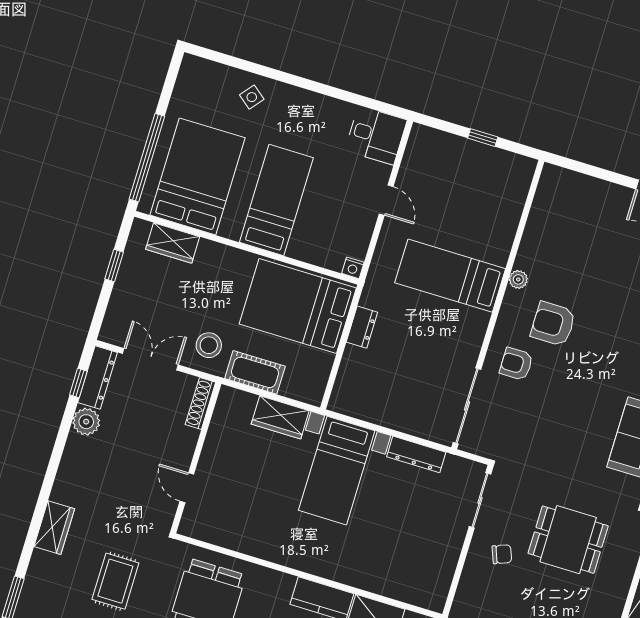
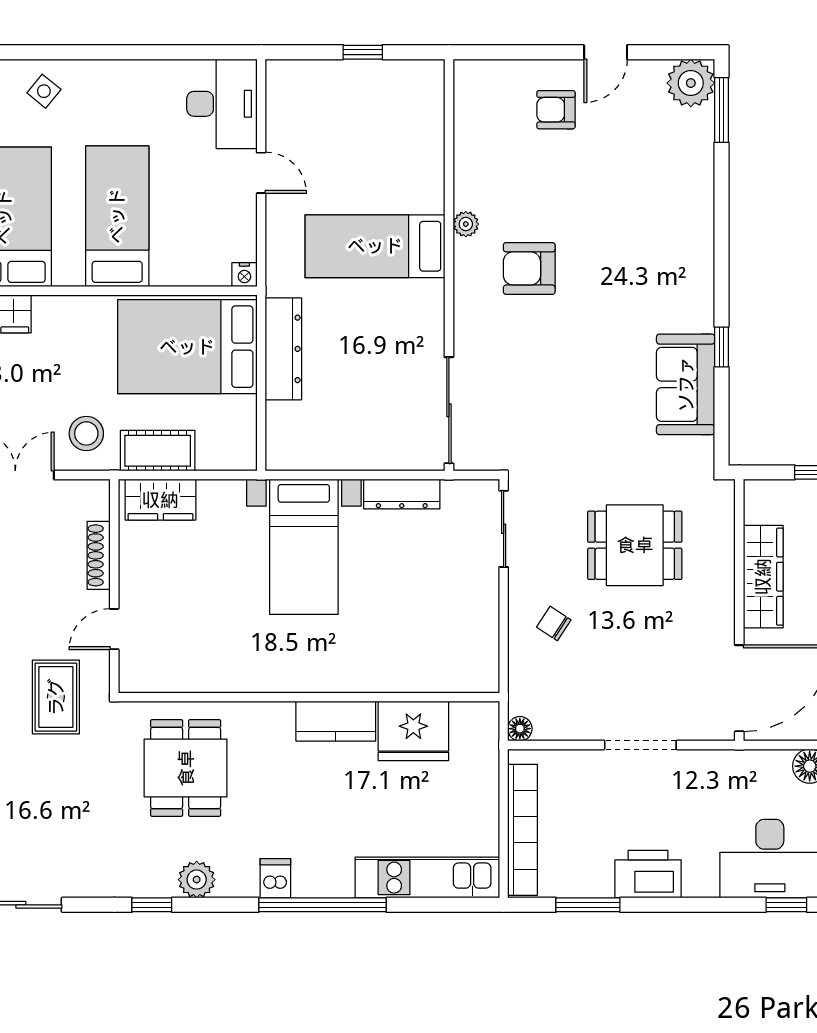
desk: (376, 135) -> (222, 104), width x1.37
dresser: (362, 327) -> (283, 349), width x1.96, depth x1.24
armchair: (516, 364) -> (556, 110), moved
shoe rack: (200, 403) -> (99, 555), moved
wardrobe: (280, 417) -> (160, 500), moved
door: (187, 488) -> (114, 629), hinge flipped
chair: (502, 554) -> (554, 624), moved, turned -126
rug: (115, 581) -> (56, 697), moved

